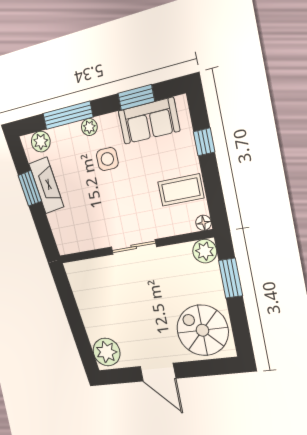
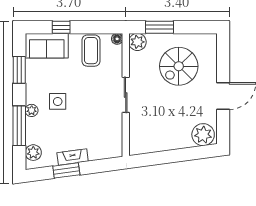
sofa: (149, 121) -> (47, 46), moved, turned 90
fireplace: (46, 185) -> (73, 157), width x0.73, depth x0.76
spiral stairs: (202, 330) -> (179, 66), moved

